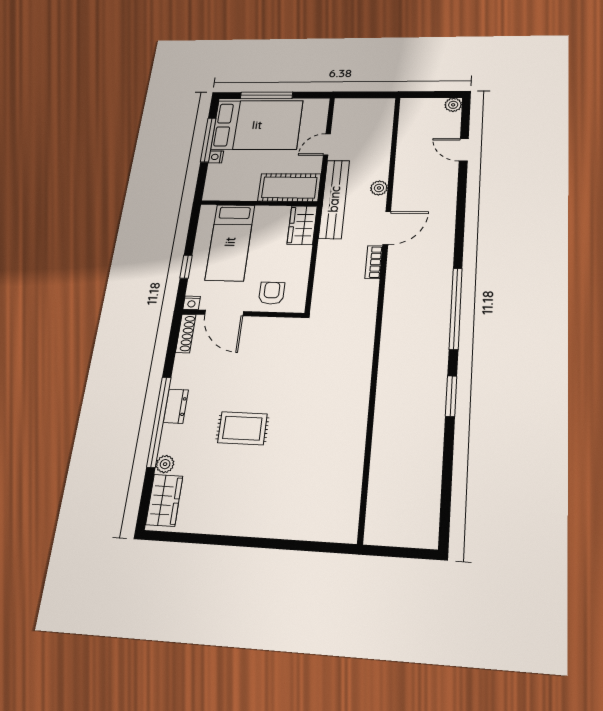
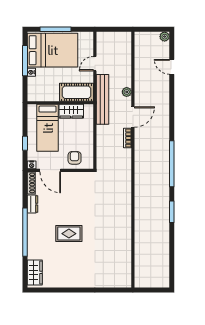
wardrobe: (302, 225) -> (71, 111), moved, turned -90
dresser: (176, 406) -> (33, 204), moved
plant: (165, 464) -> (32, 254), removed

